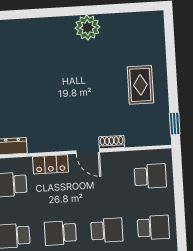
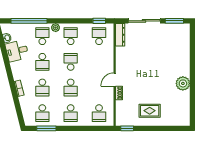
locker: (51, 164) -> (109, 59), removed

